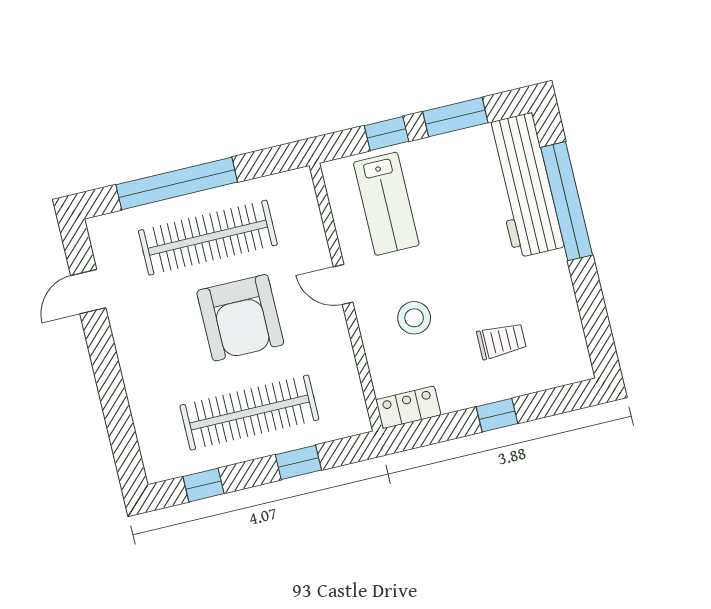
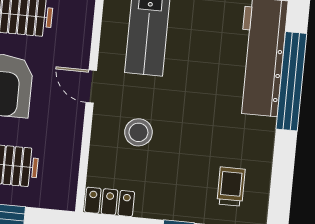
trolley: (502, 341) -> (231, 187), moved, turned -90

